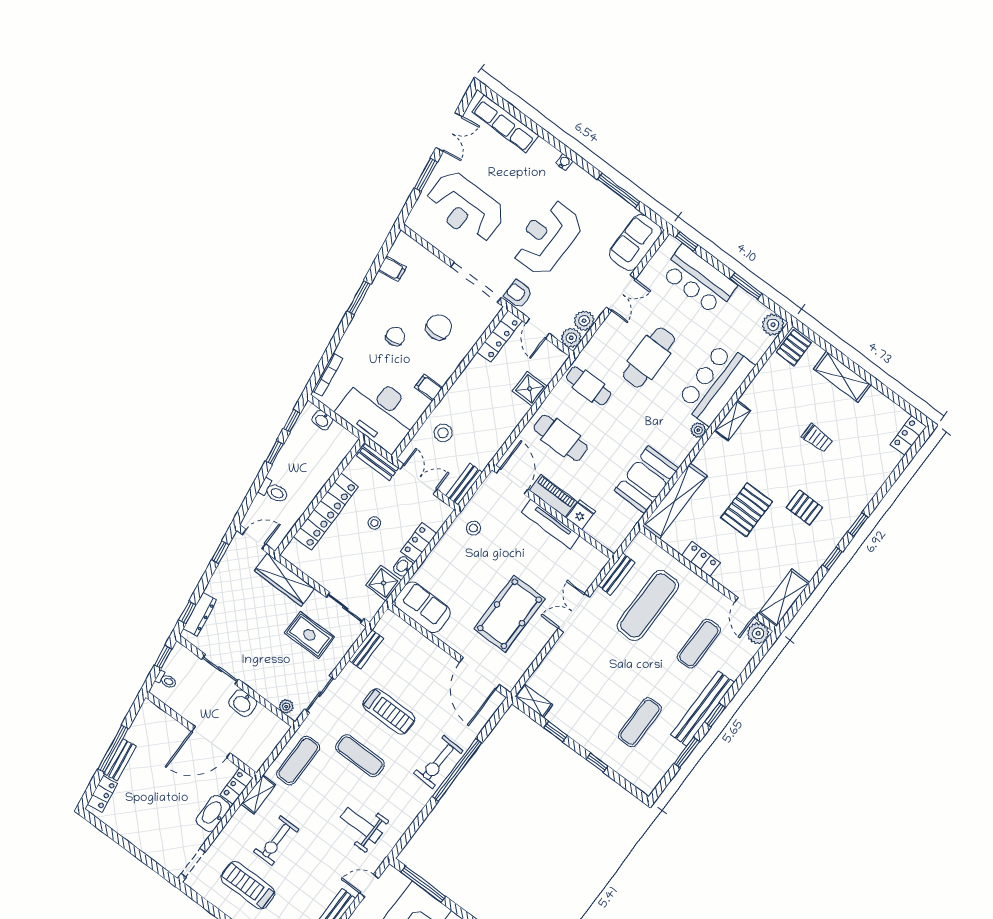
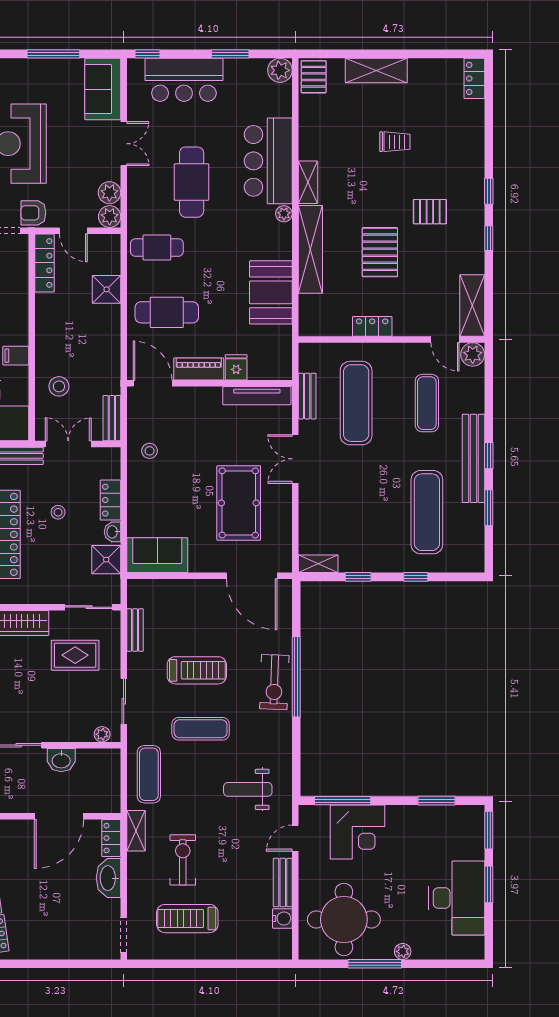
shelving: (675, 501) -> (310, 249), moved
tv unit: (551, 524) -> (257, 396), moved
exercise mat: (640, 722) -> (427, 512), width x1.36, depth x1.45
exercise bike: (276, 841) -> (183, 860), turned 180

